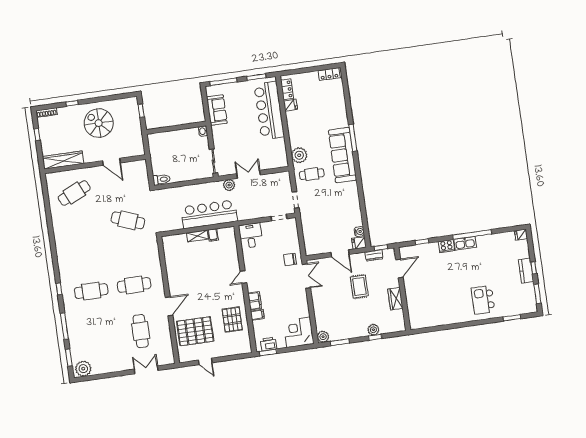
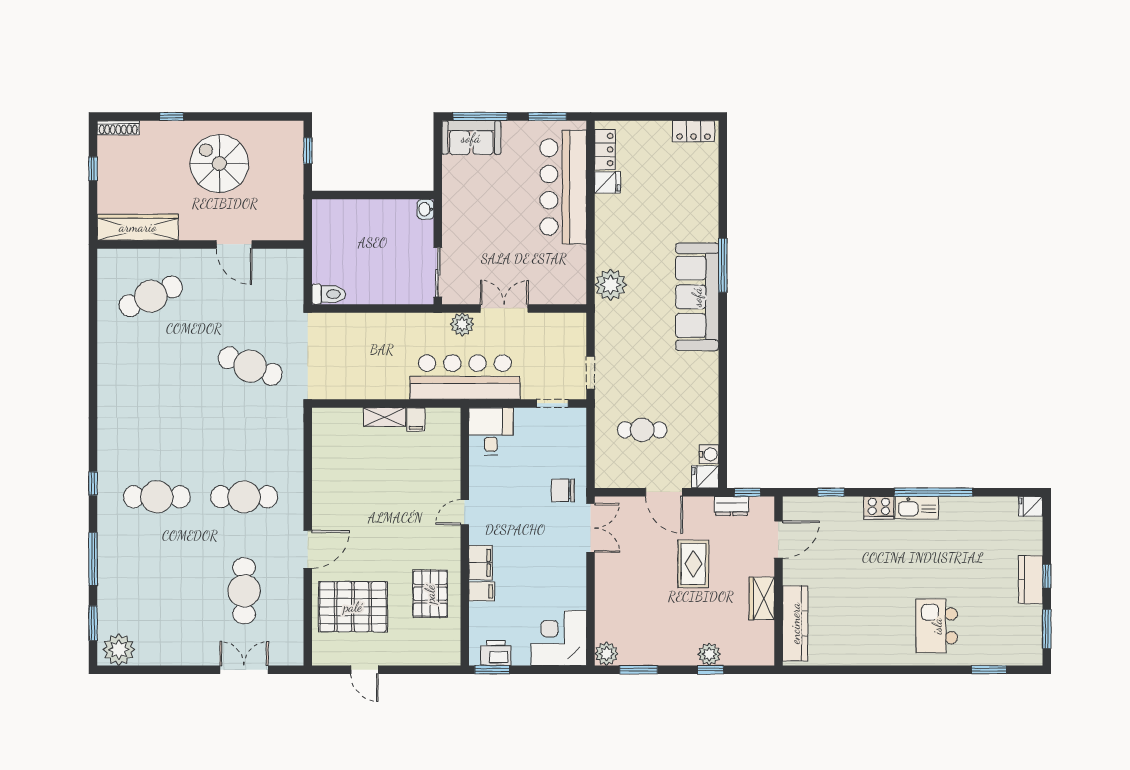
sofa: (217, 110) -> (471, 138), moved, turned 90
cafe table: (312, 174) -> (642, 430), moved
bar counter: (209, 214) -> (465, 377), moved
kitchen counter: (413, 309) -> (795, 623), added

